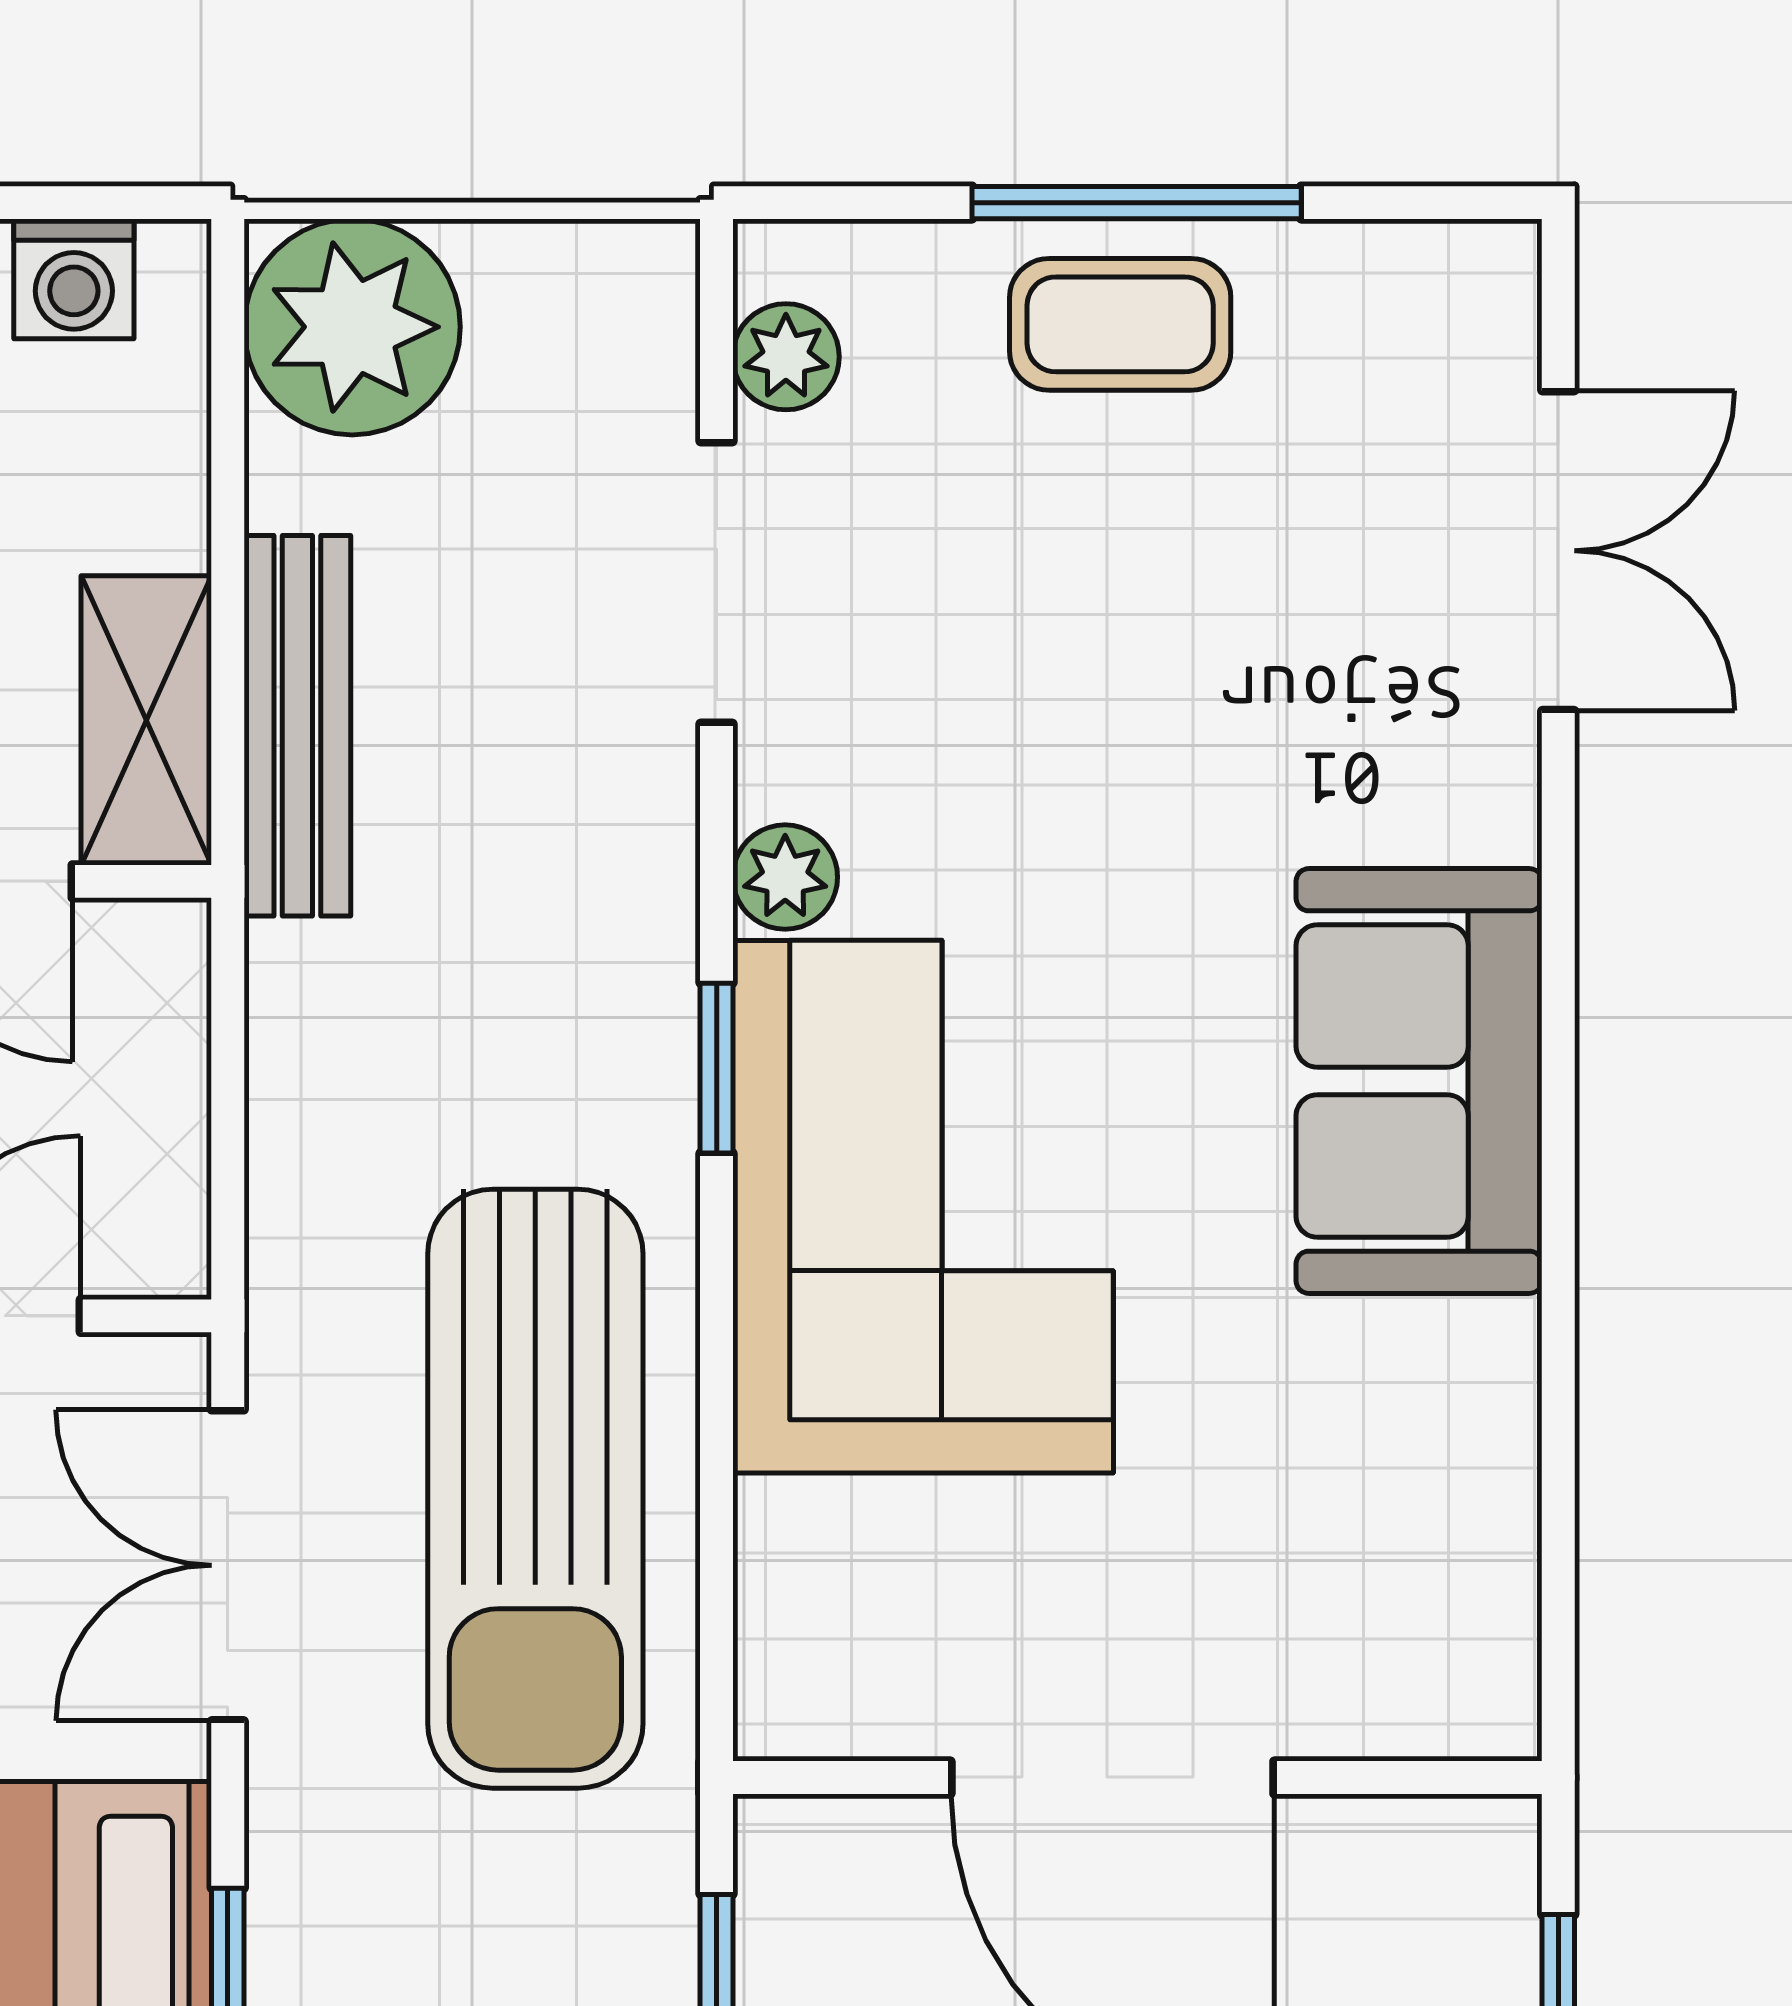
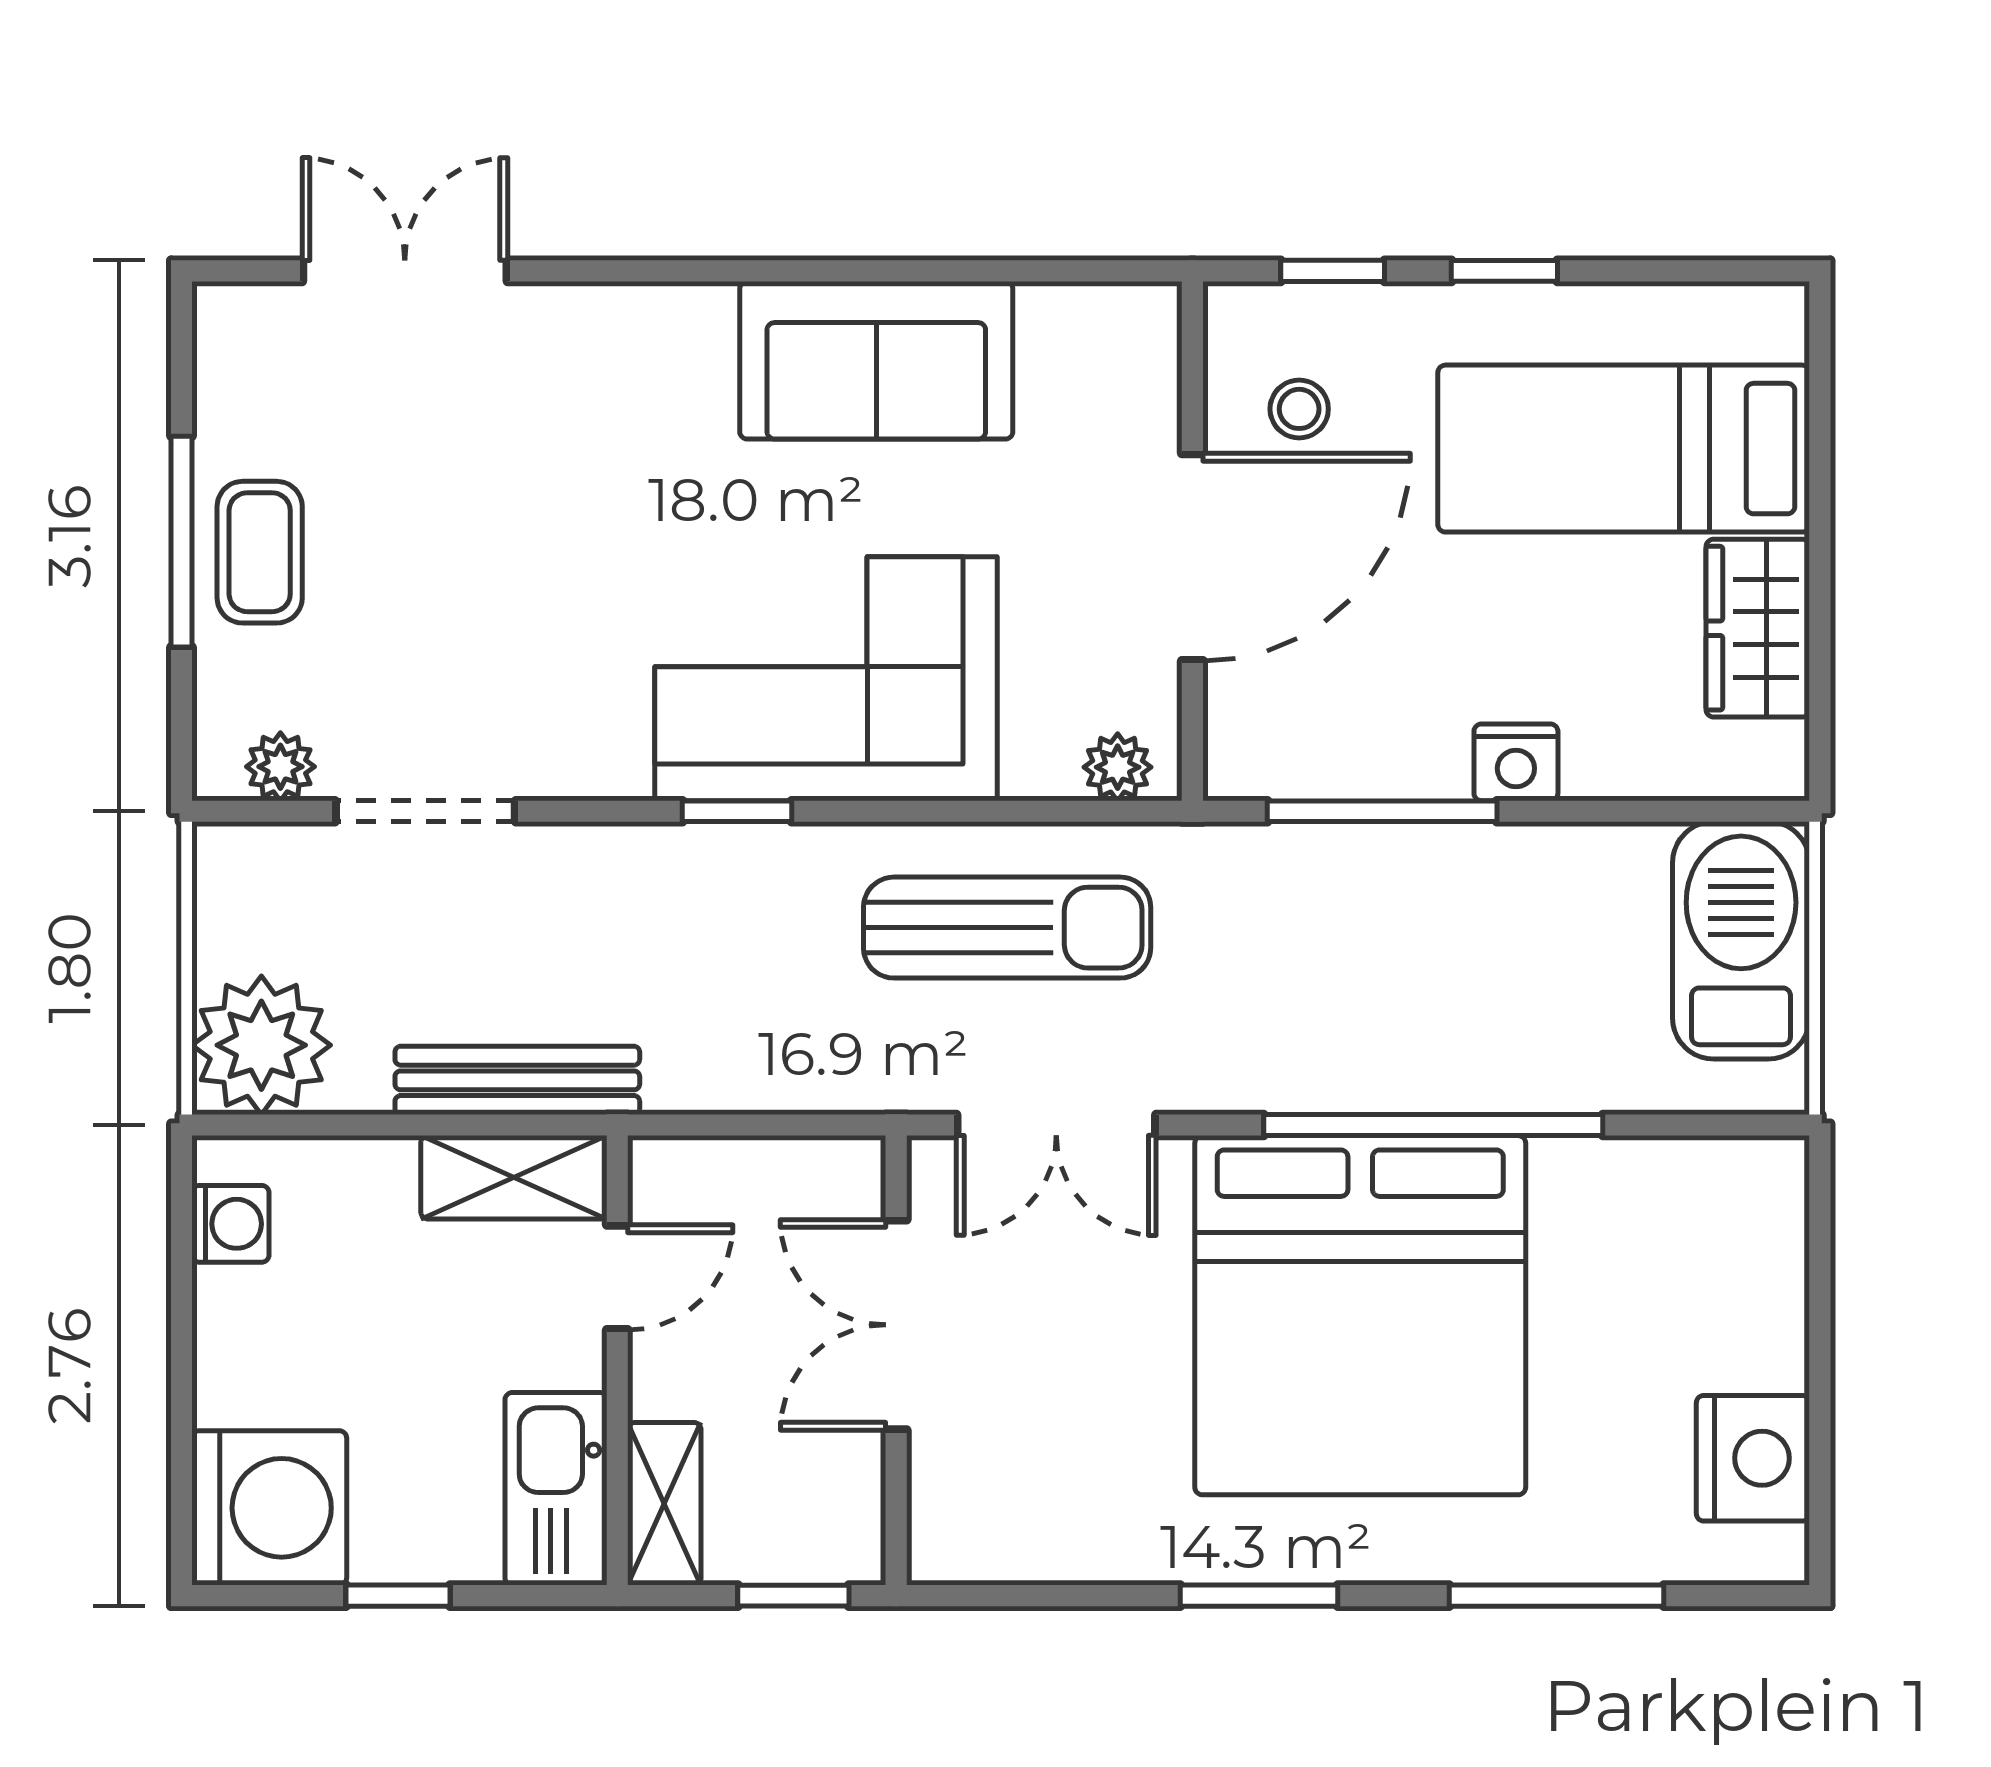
plant: (785, 877) -> (1118, 767), moved
sofa: (1419, 1081) -> (876, 360), moved
sun lounger: (535, 1489) -> (1007, 928), width x0.73, depth x0.75
stool: (1343, 1944) -> (1299, 409), added

